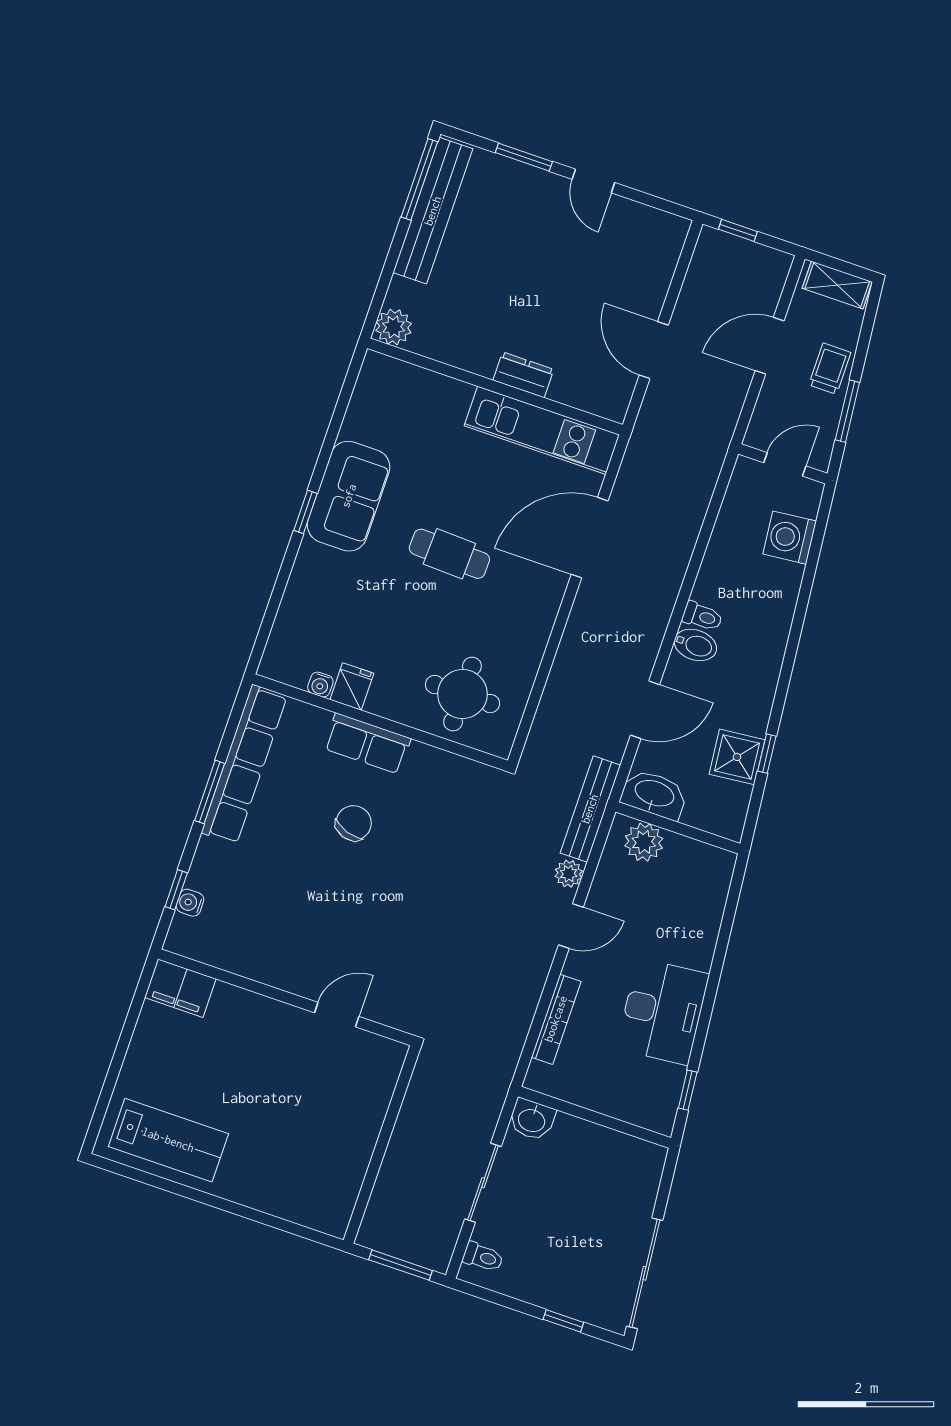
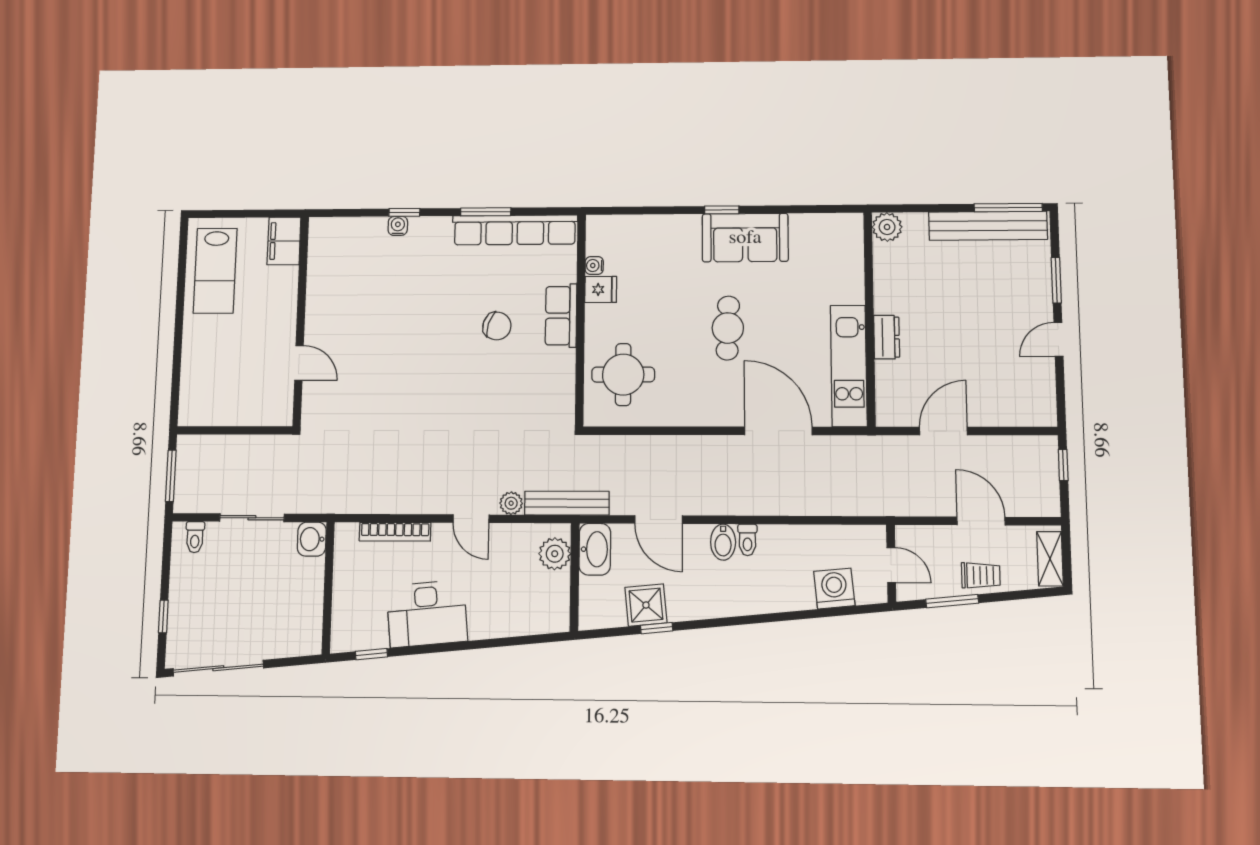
filing cabinet: (180, 988) -> (284, 241), moved
wall: (286, 997) -> (301, 321), moved
door: (337, 1015) -> (299, 363), moved

